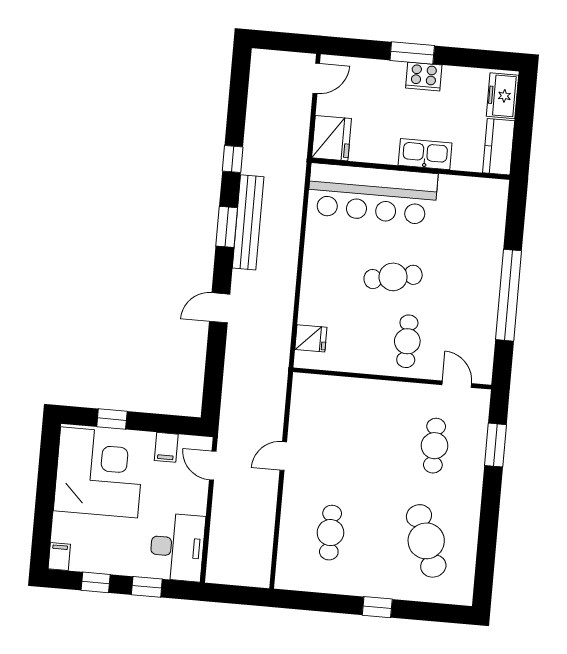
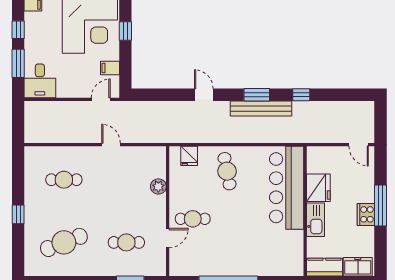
window: (412, 53) -> (381, 206), width x1.44
fridge: (332, 138) -> (318, 188), moved, turned -90
cafe table: (393, 277) -> (227, 171), moved
door: (457, 384) -> (168, 238), moved
plant: (353, 389) -> (158, 186), added
desk: (177, 547) -> (40, 81), width x0.73
window: (147, 587) -> (18, 63), width x1.50

